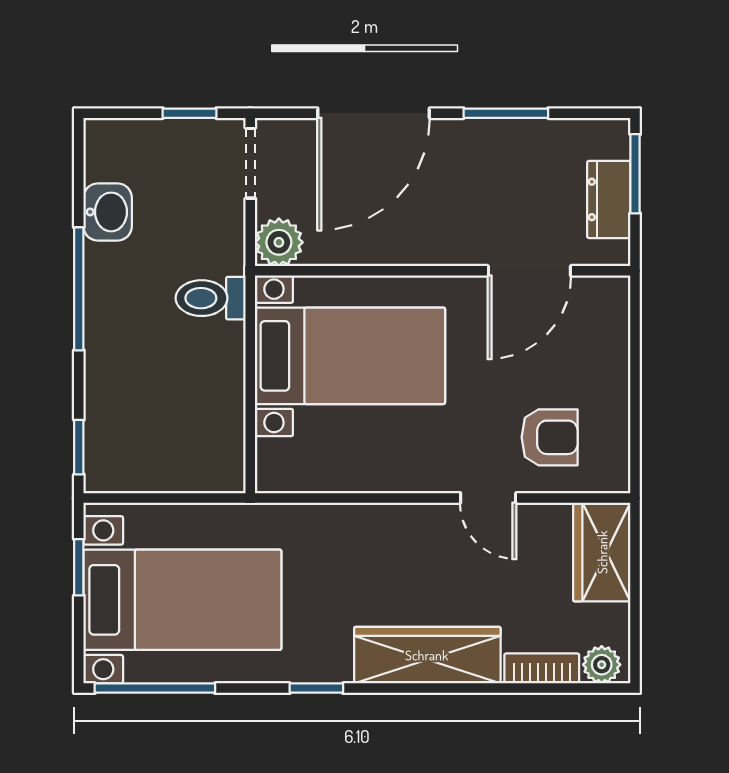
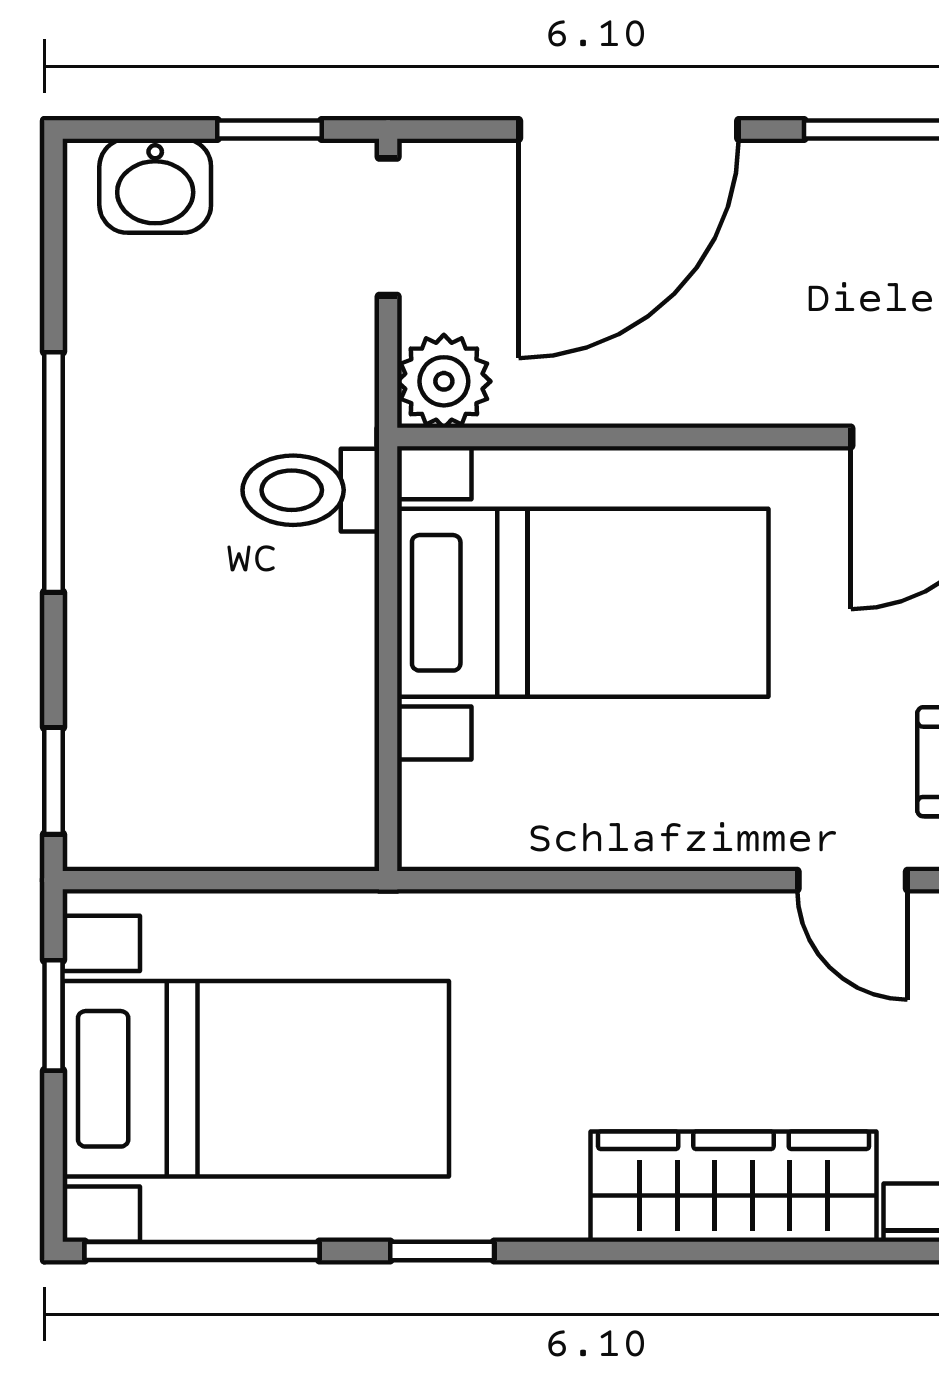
washbasin: (108, 212) -> (155, 186), moved, turned 90
window: (316, 688) -> (442, 1251), moved

